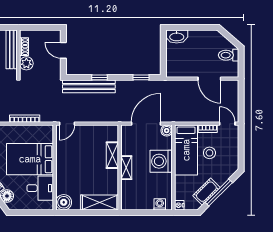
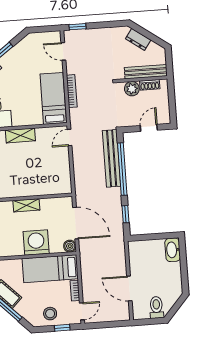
window: (99, 77) -> (122, 169), width x3.17
door: (209, 79) -> (129, 289), hinge flipped
door: (67, 124) -> (69, 137), hinge flipped
window: (241, 143) -> (62, 328), added
stool: (209, 153) -> (50, 314), moved
shelving: (112, 155) -> (20, 135), moved
bed: (30, 159) -> (53, 98), moved, width x0.67

